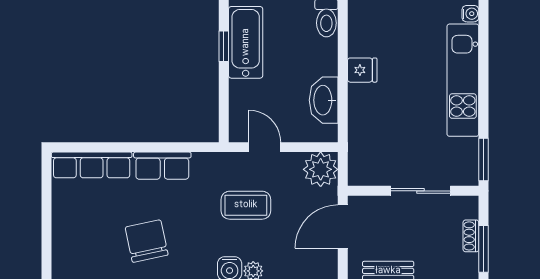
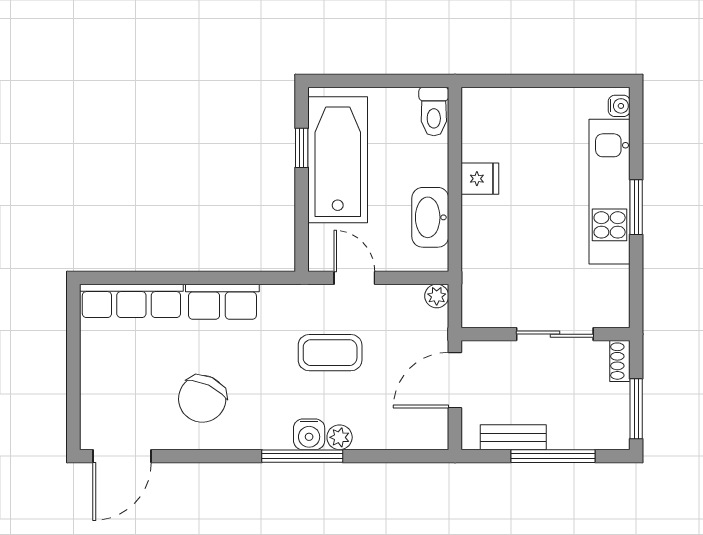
bathtub: (246, 42) -> (338, 160), width x1.36, depth x1.36
window: (484, 160) -> (636, 207), moved
plant: (321, 169) -> (437, 296), width x0.53, depth x0.53
shoe rack: (471, 236) -> (620, 361), moved
chair: (147, 241) -> (202, 399), turned -143

